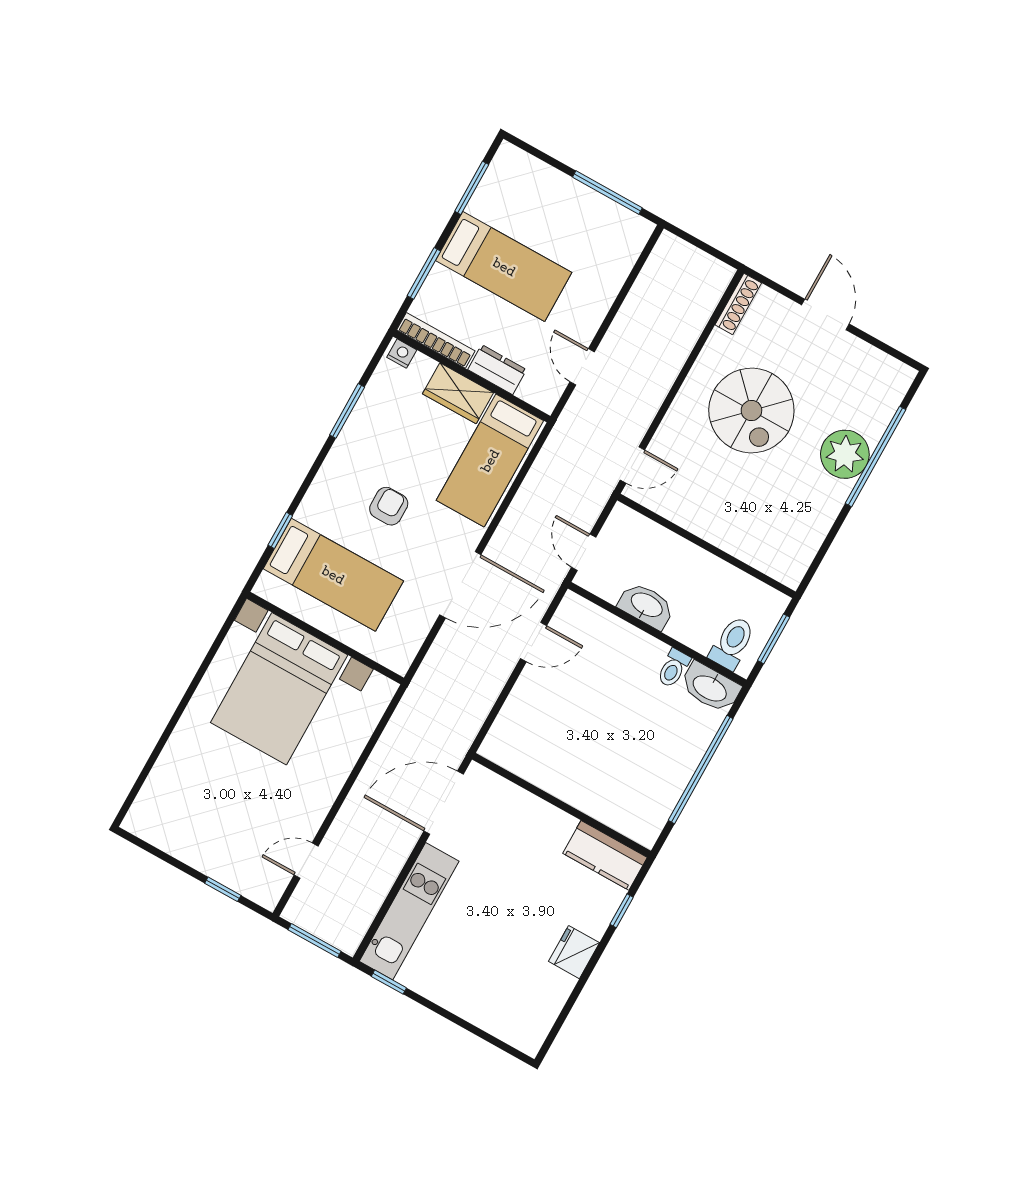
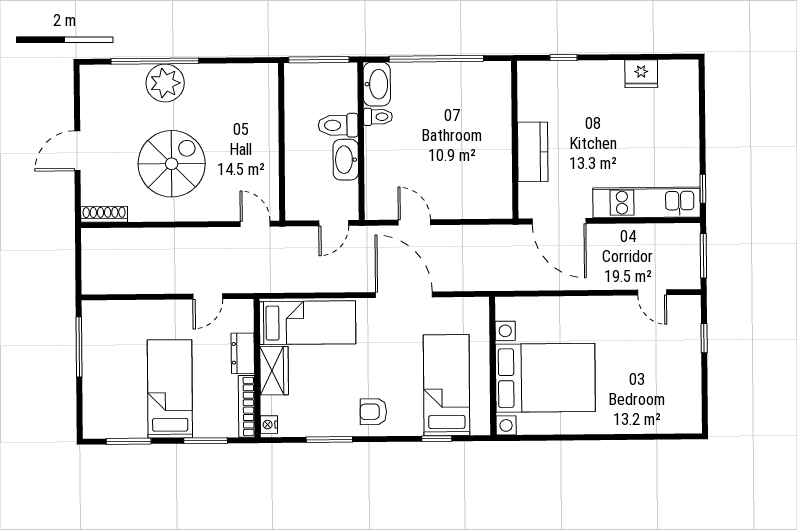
armchair: (389, 506) -> (373, 412), moved
window: (774, 639) -> (319, 60), width x1.44
toilet: (732, 643) -> (338, 125), moved
kitchen counter: (605, 855) -> (533, 152), moved
fridge: (574, 952) -> (641, 74), moved

